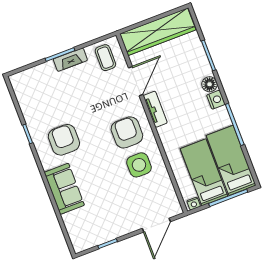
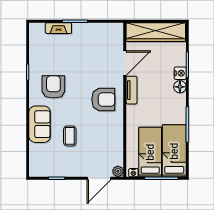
coffee table: (105, 58) -> (70, 136), moved
fireplace: (70, 60) -> (58, 28), moved
nightstand: (216, 100) -> (180, 73), moved
armchair: (127, 132) -> (103, 99), turned 90
side table: (139, 165) -> (103, 128), removed
plant: (175, 209) -> (118, 171), added

